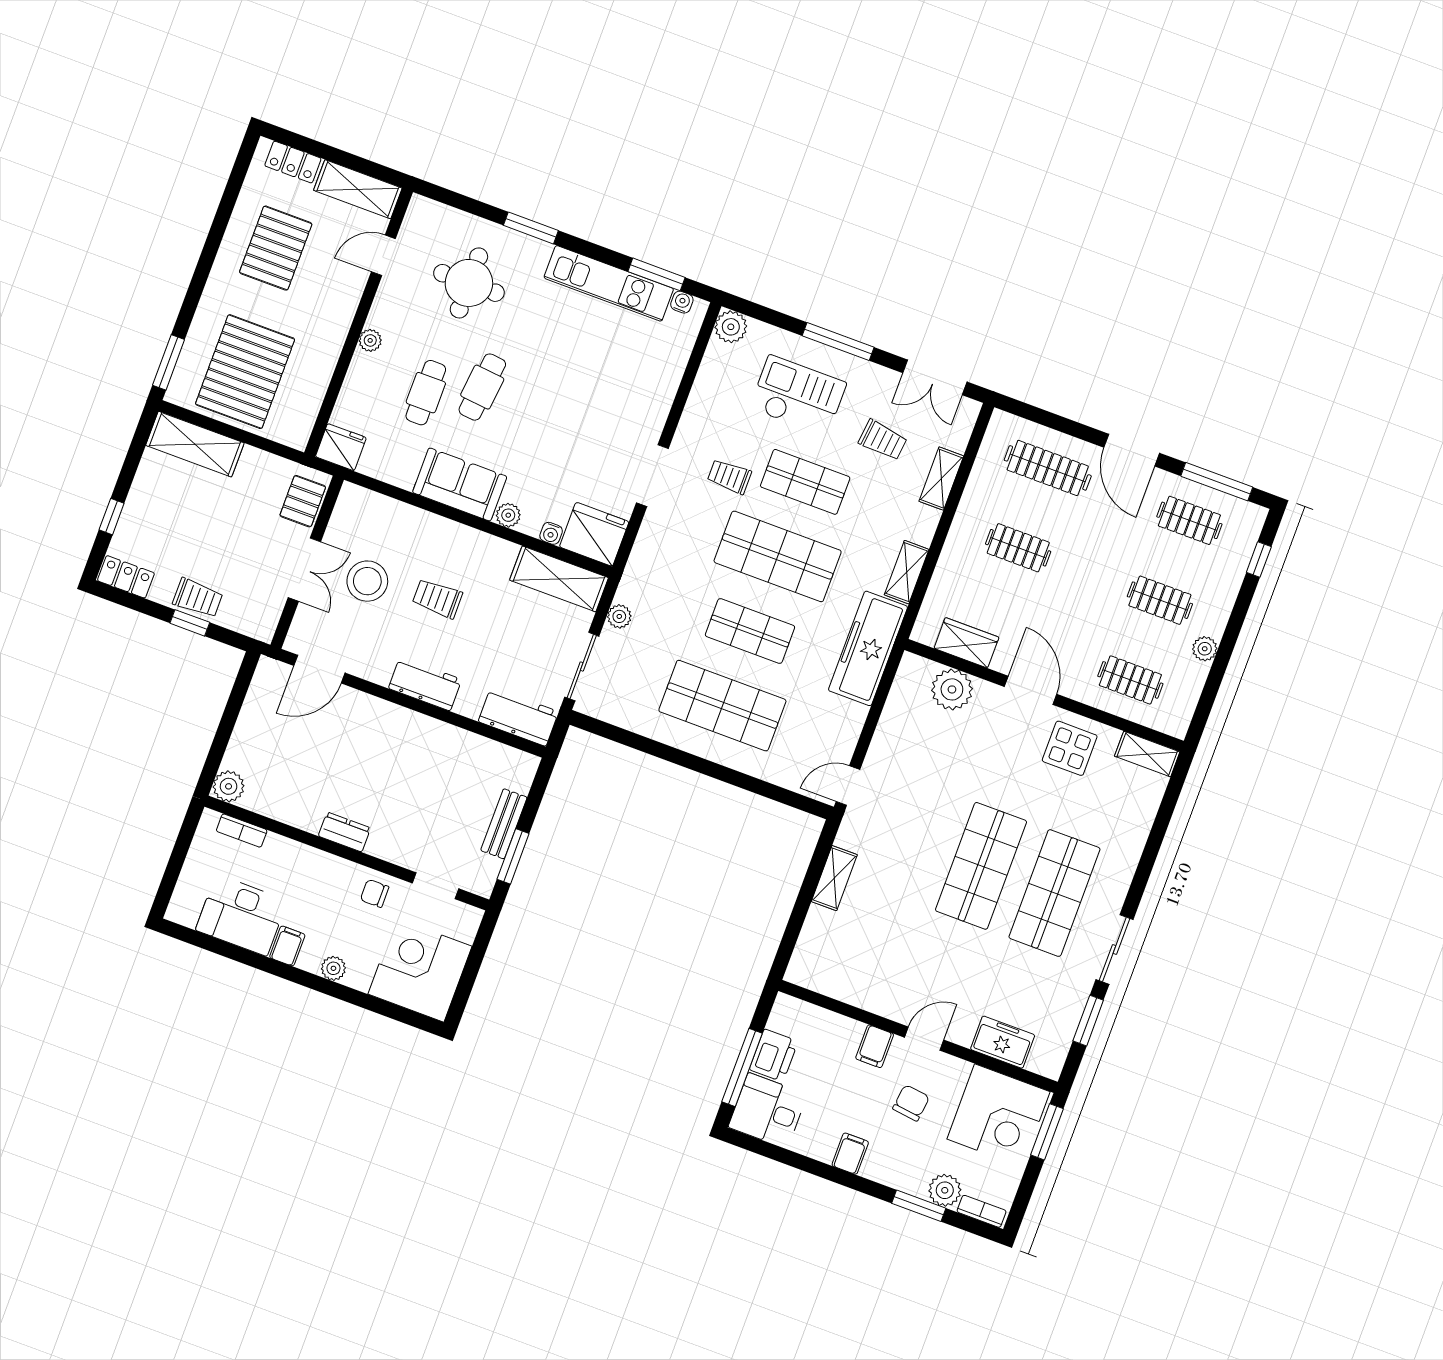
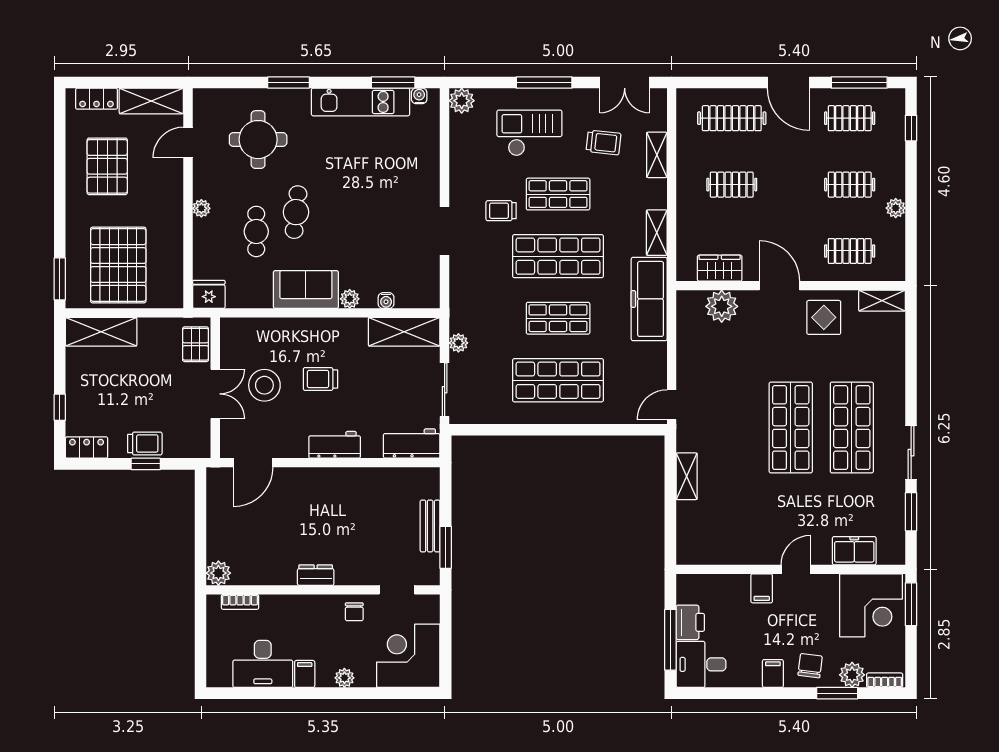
fridge: (594, 534) -> (418, 290), removed
chair: (375, 893) -> (354, 612), turned -90
chair: (911, 1103) -> (810, 666), moved

